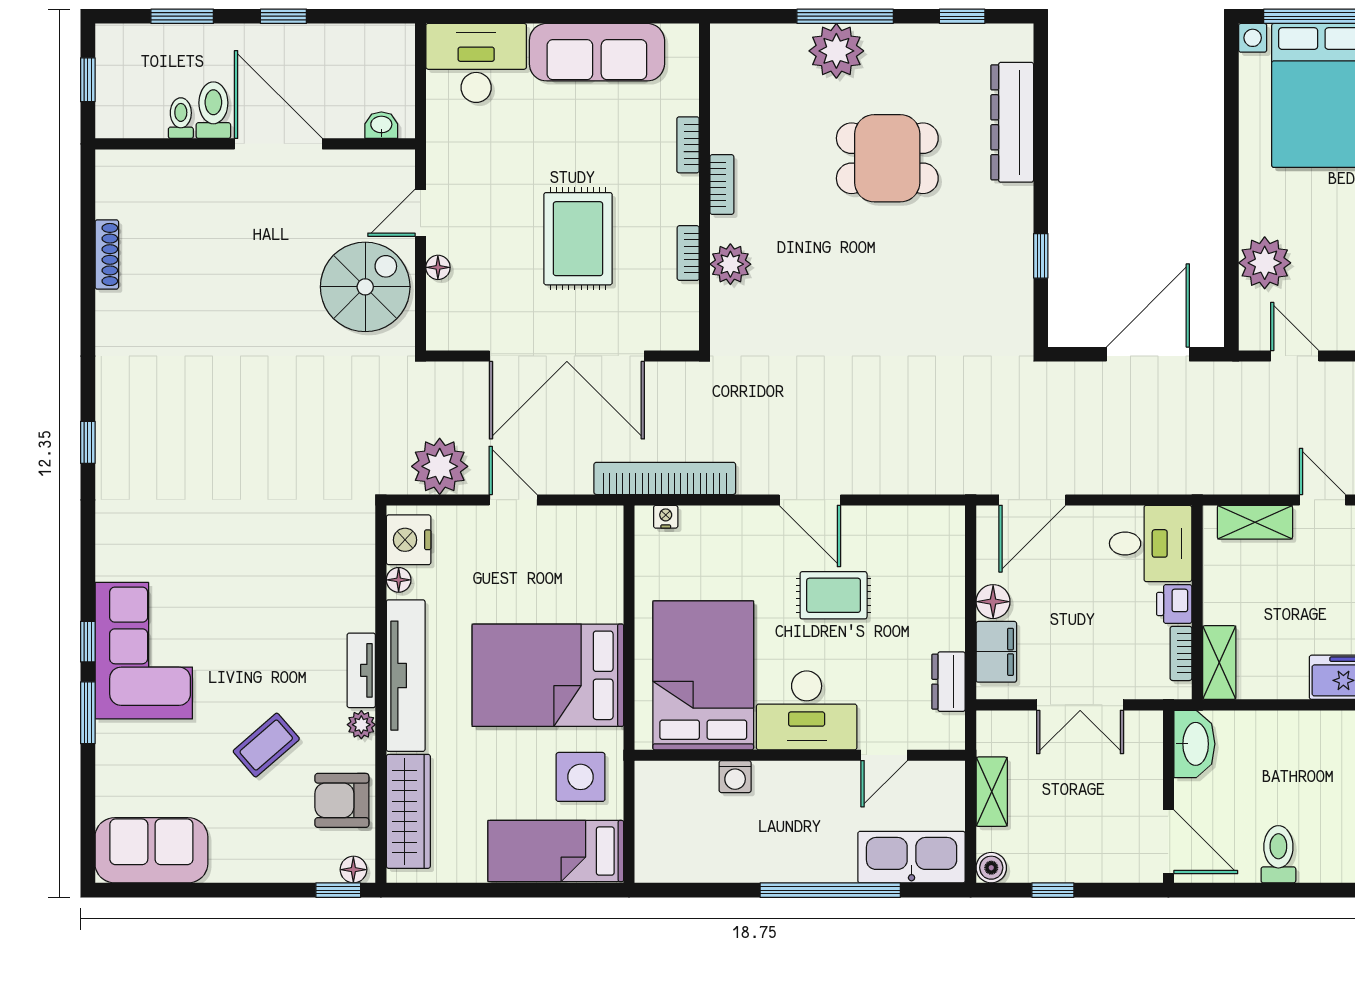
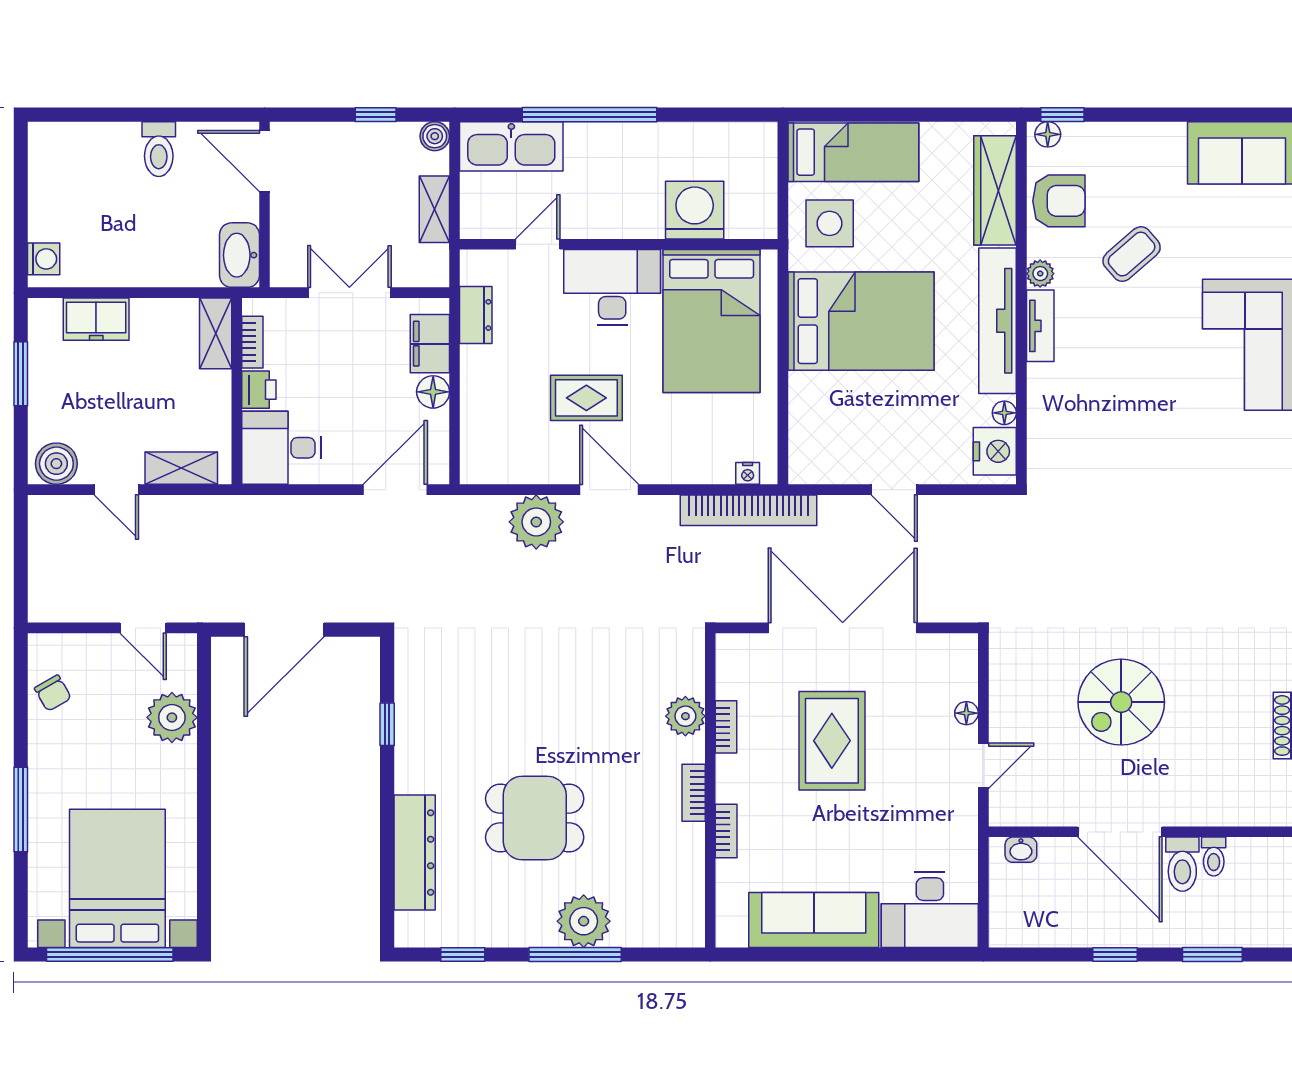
spiral stairs: (365, 287) -> (1121, 702), moved
plant: (440, 466) -> (536, 522), moved
washing machine: (735, 777) -> (695, 210), width x1.89, depth x1.89

